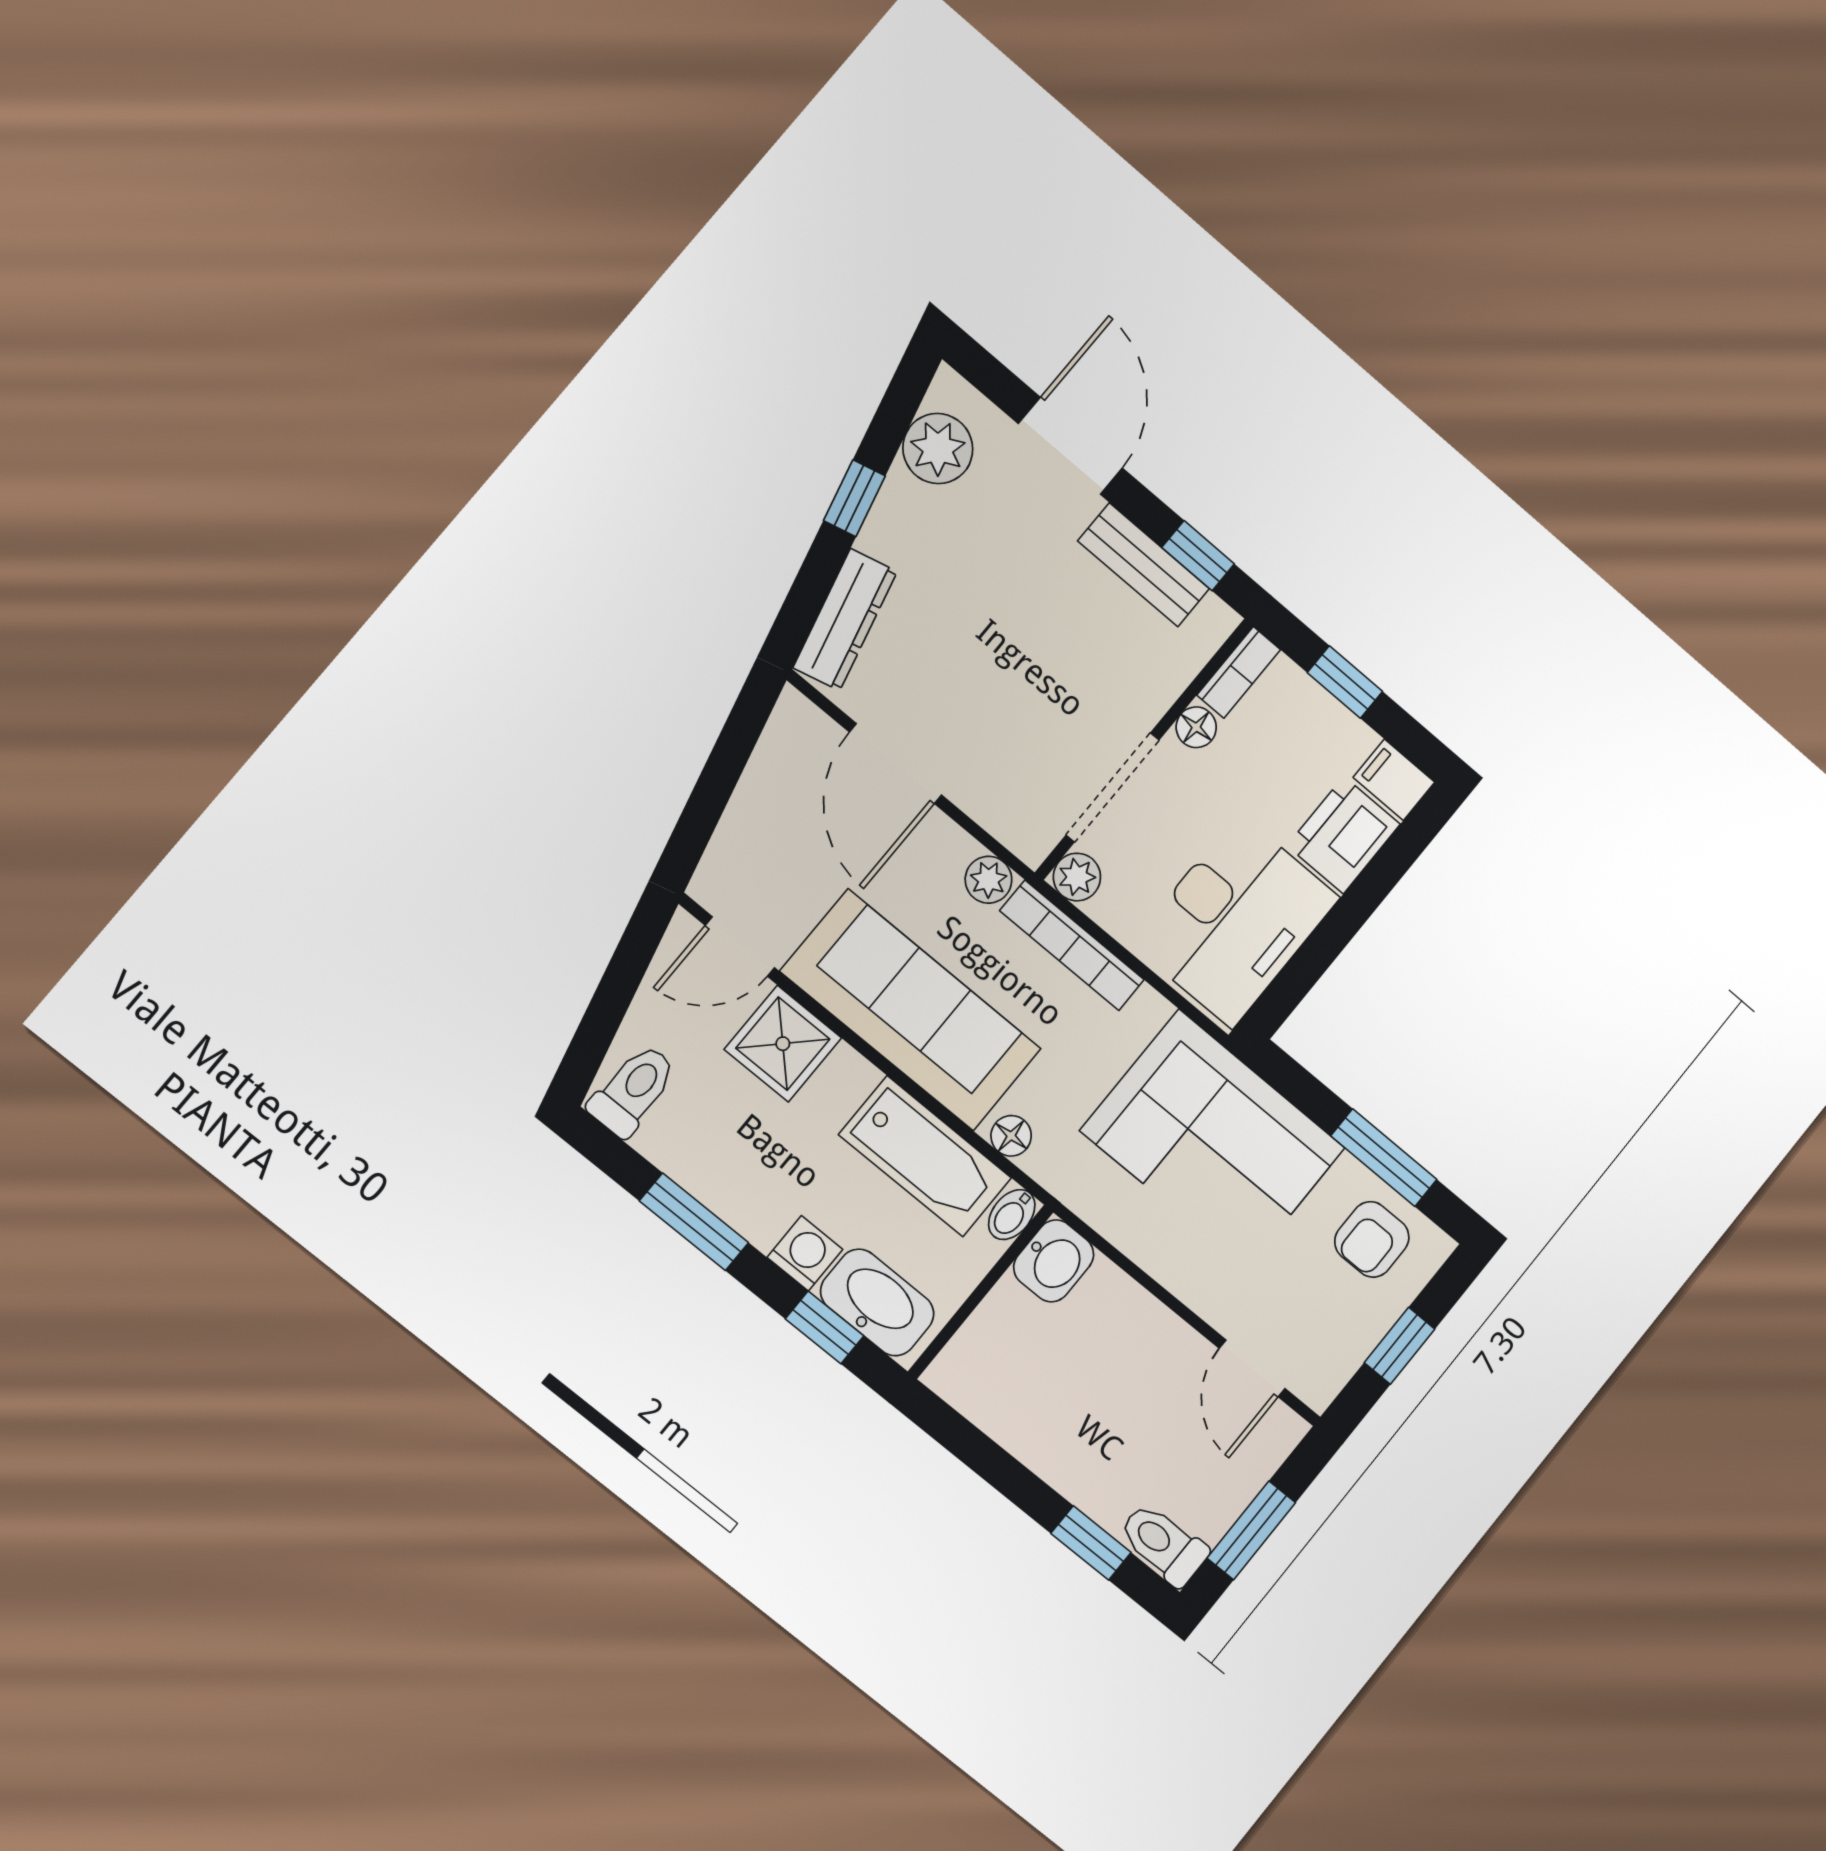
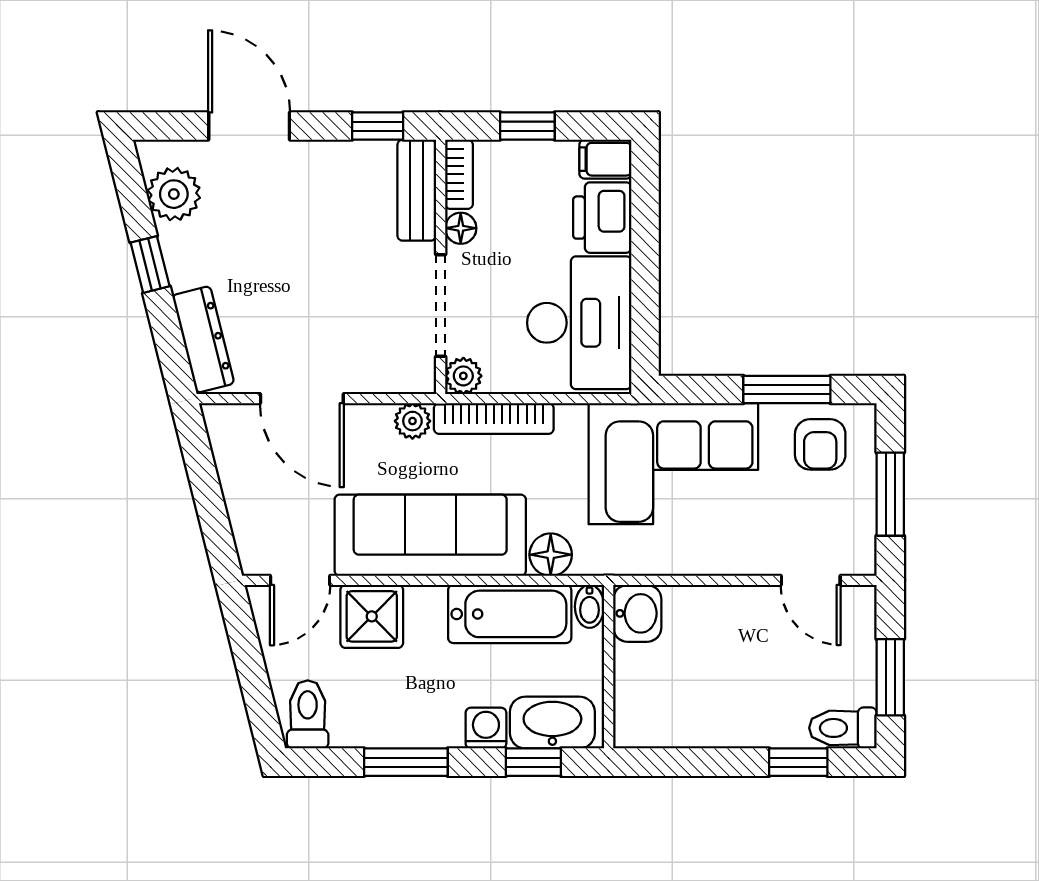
bench: (1144, 565) -> (417, 190), moved, turned 90
floor lamp: (1011, 1136) -> (551, 555), width x1.37, depth x1.37
window: (1400, 1346) -> (890, 494), width x1.50

